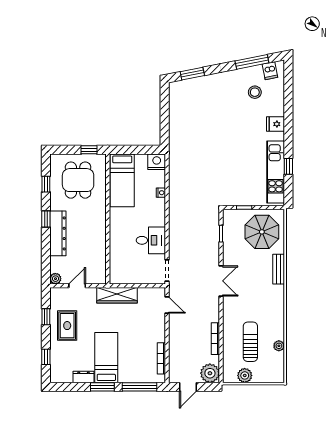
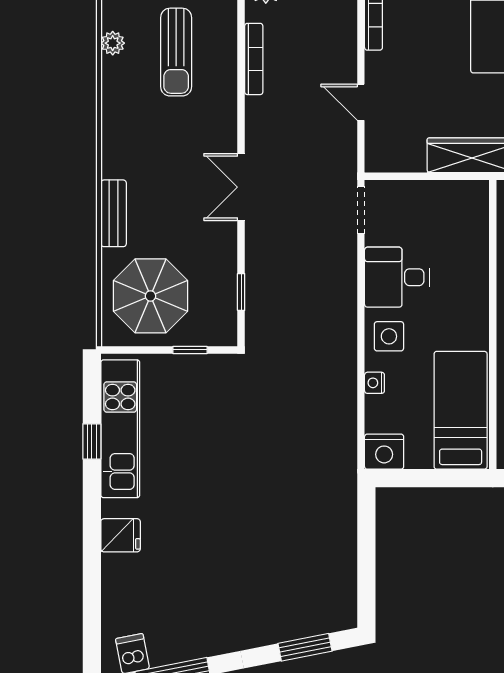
stool: (255, 92) -> (166, 606), removed
side table: (154, 214) -> (389, 336), added
door: (167, 305) -> (361, 102), moved

